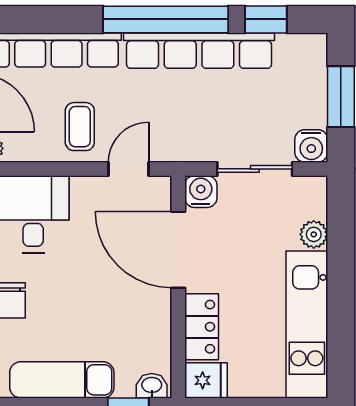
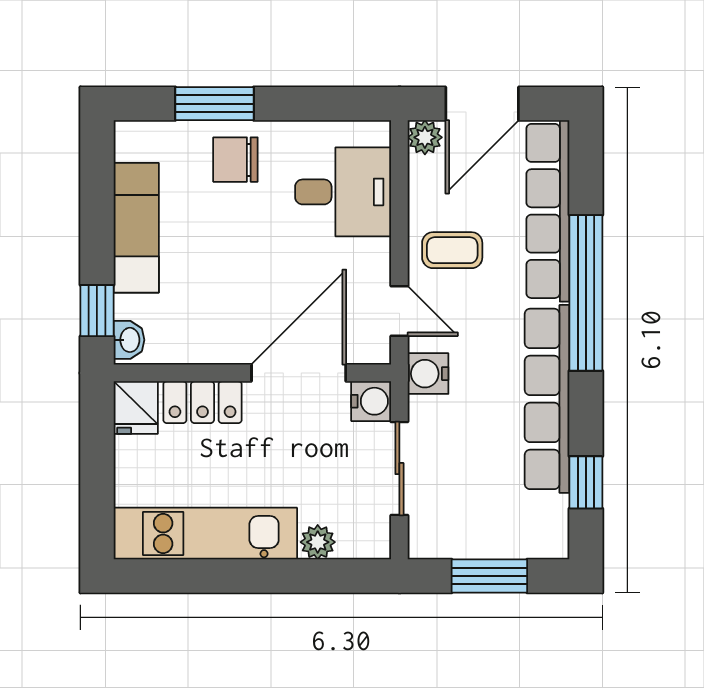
window: (166, 19) -> (586, 293), moved
water cooler: (311, 146) -> (428, 374), moved

